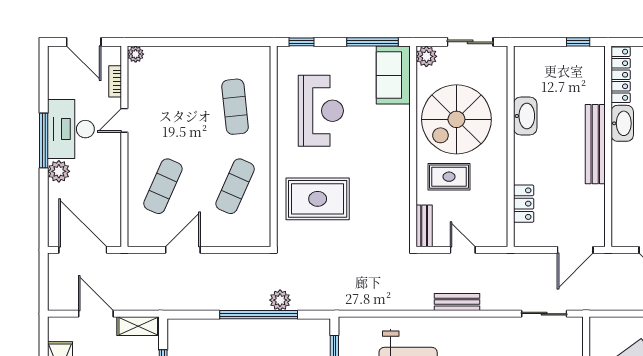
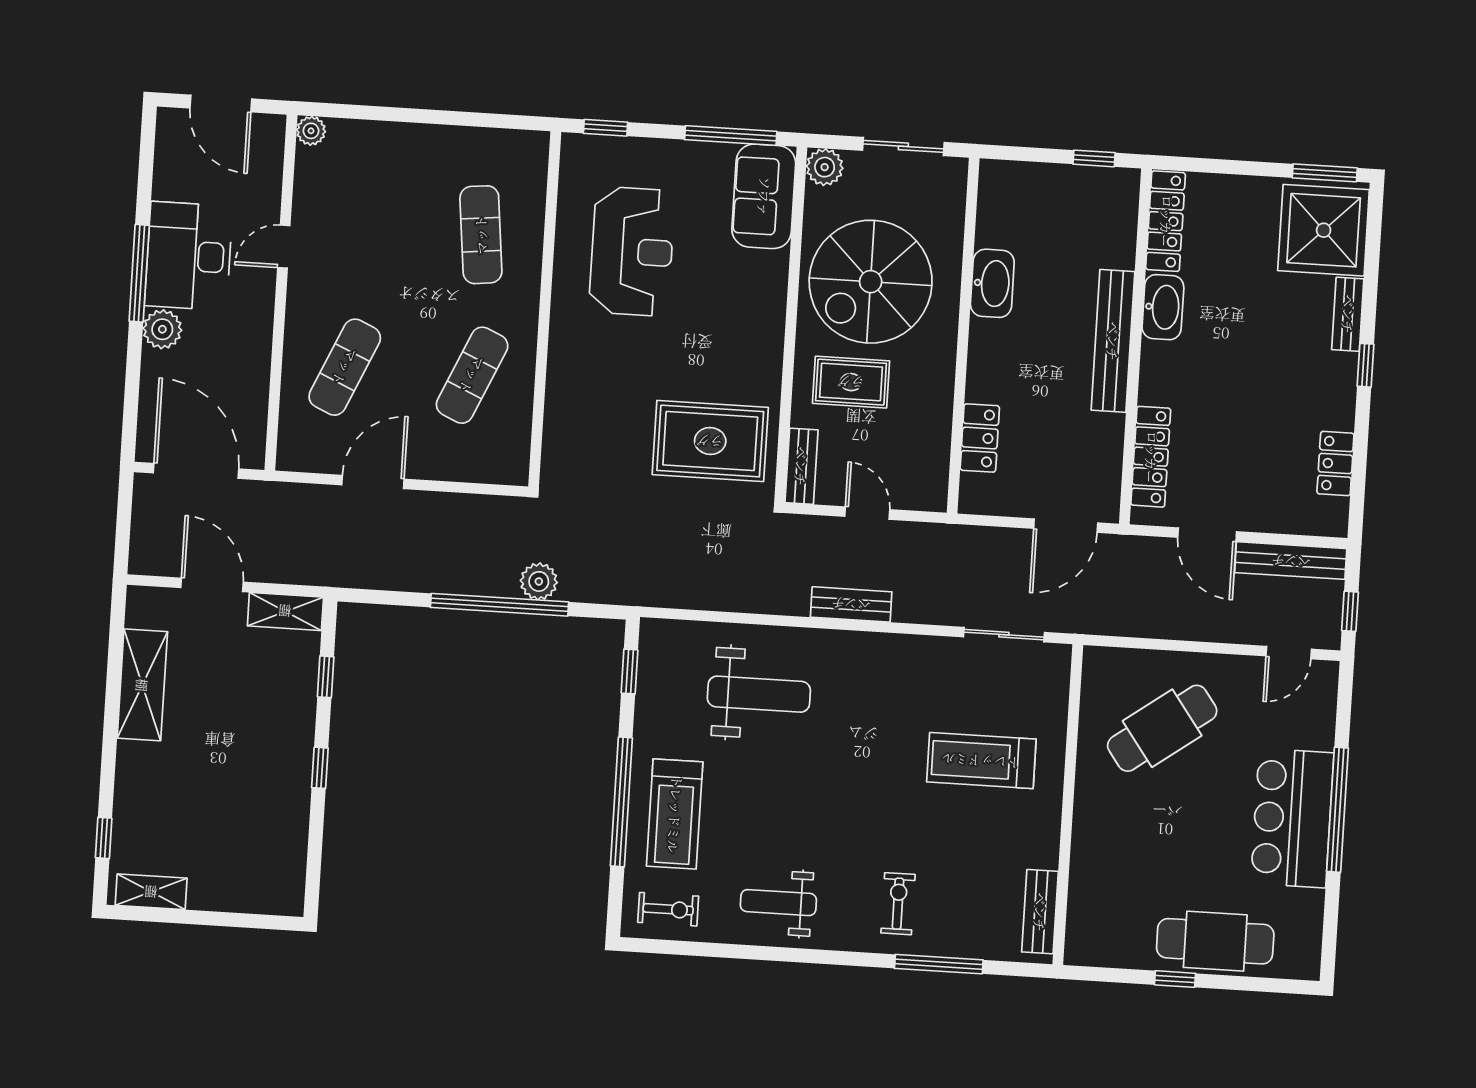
bookcase: (115, 81) -> (272, 177), removed
rug: (318, 199) -> (710, 441), moved
locker: (621, 208) -> (1151, 457), added

